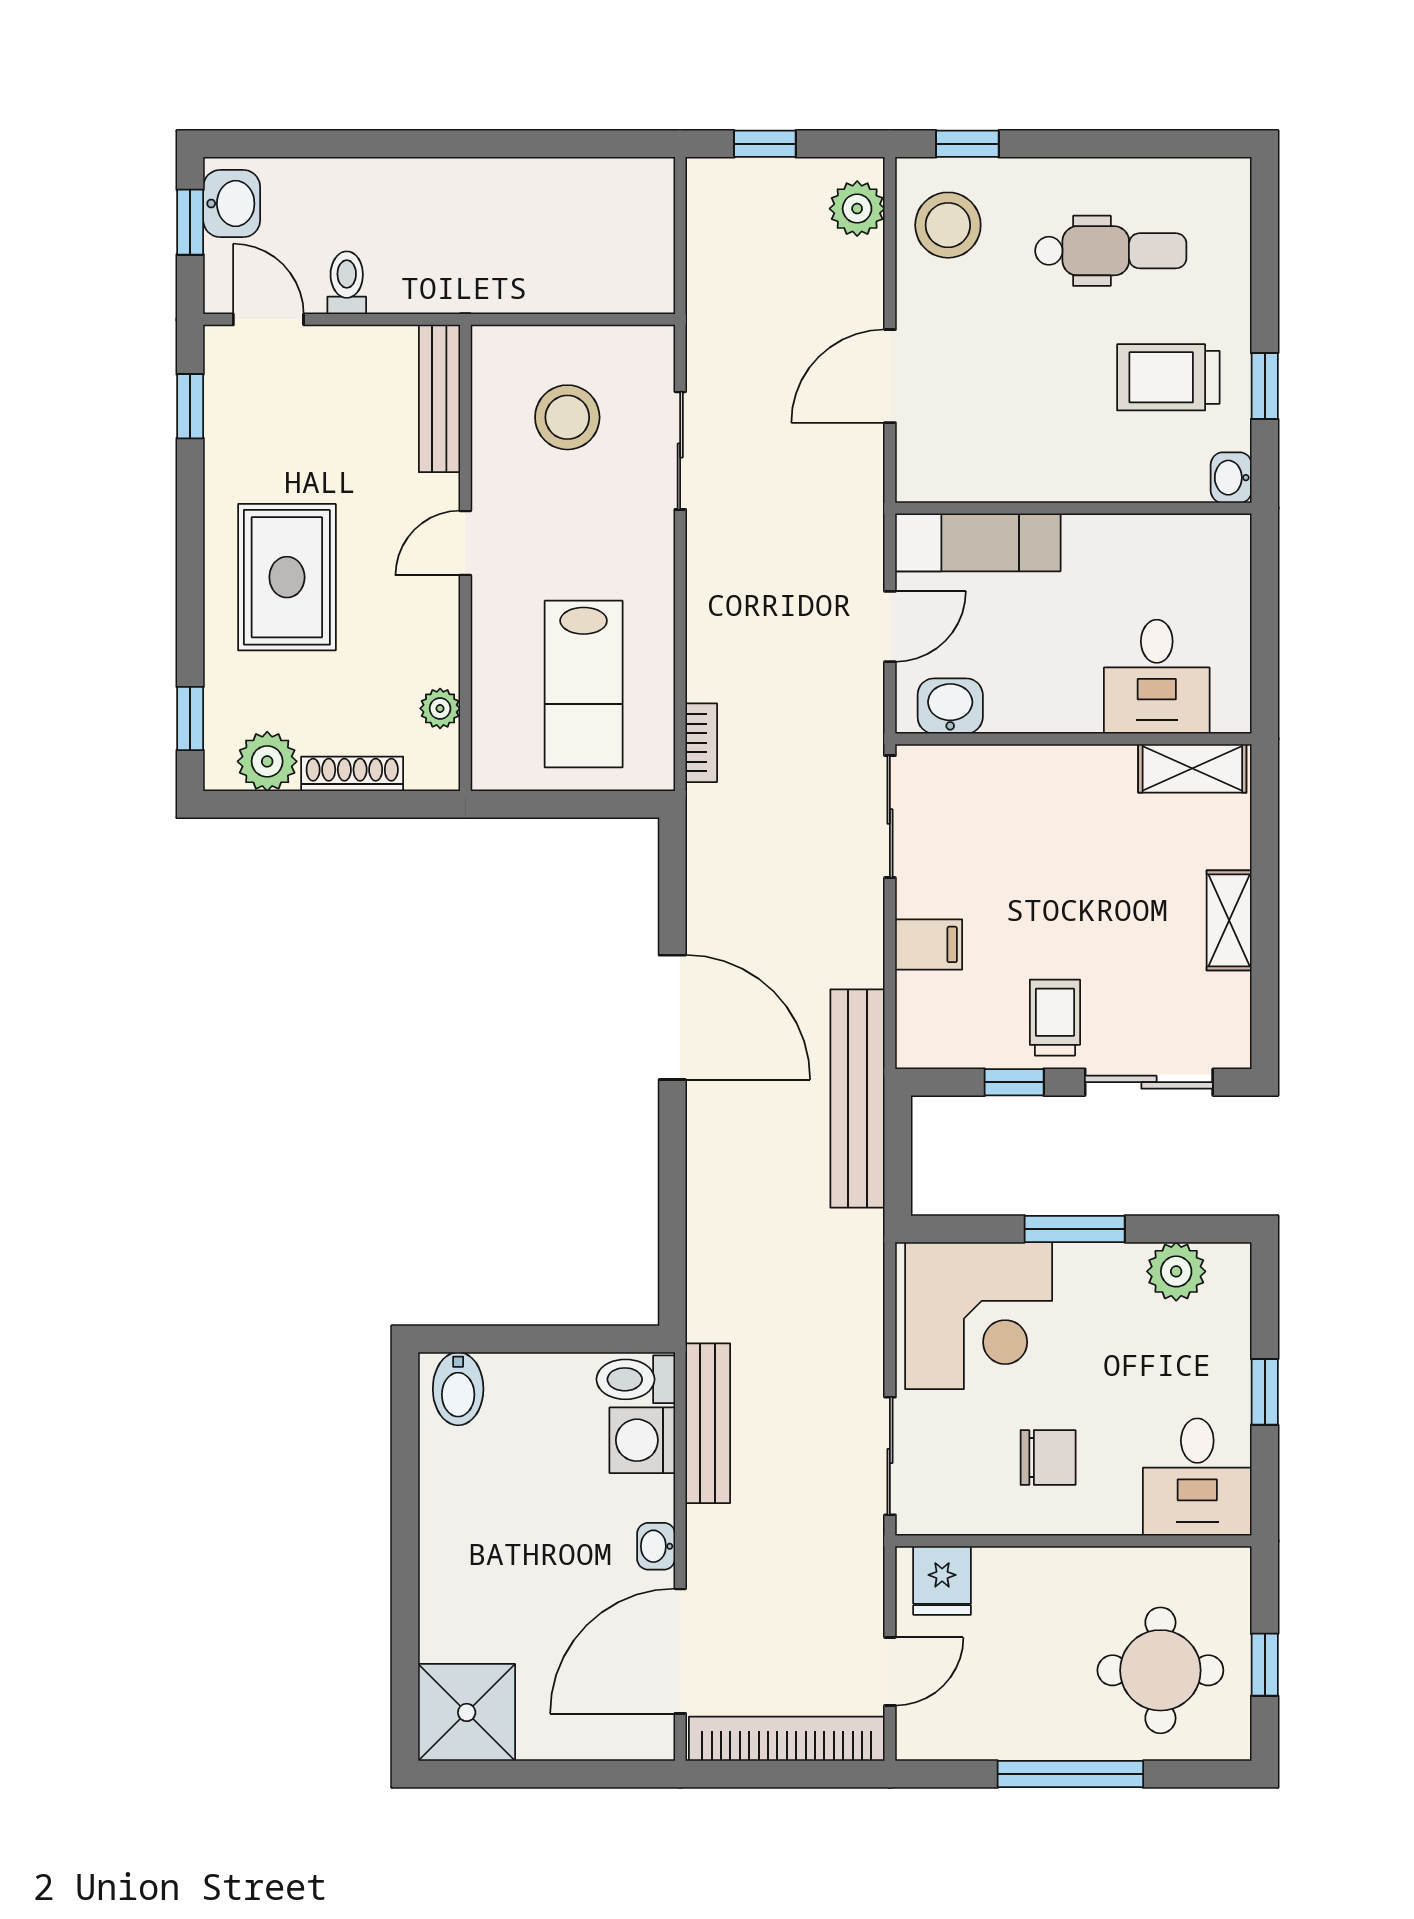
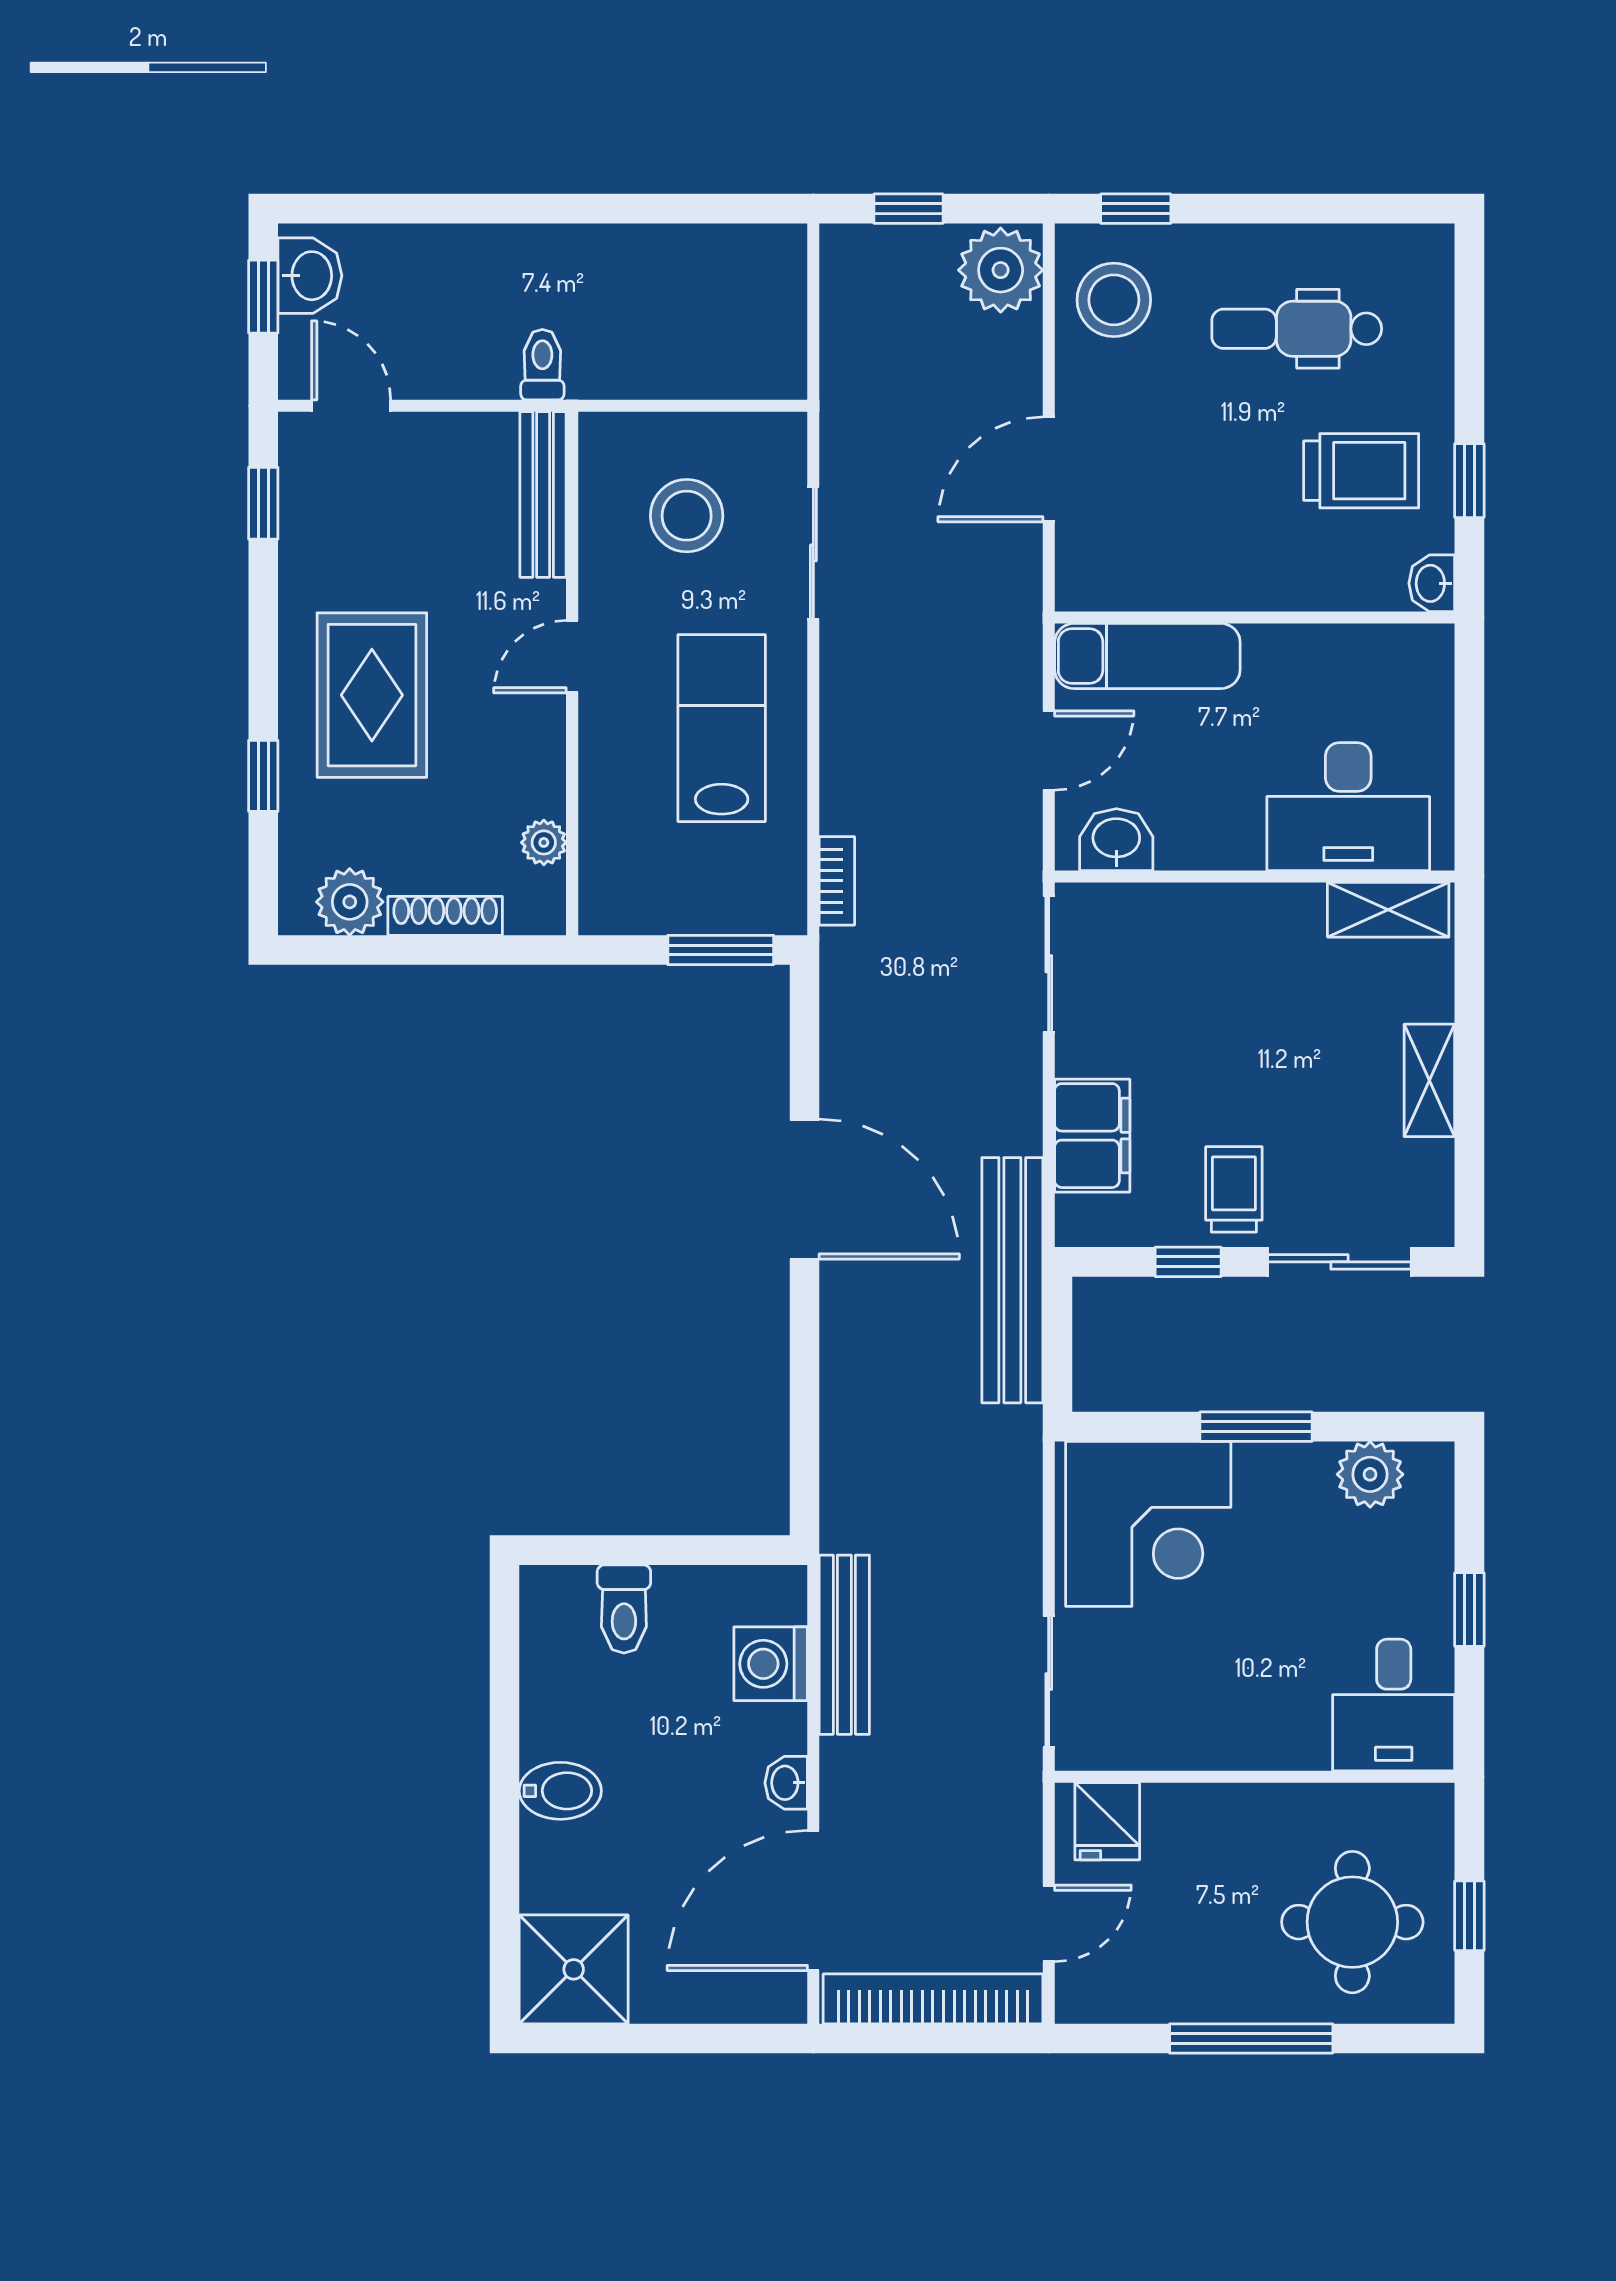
plant: (857, 209) -> (1001, 270), width x1.36, depth x1.36
dental chair: (1111, 251) -> (1297, 329), turned 180
toilet: (347, 283) -> (542, 365), moved
trolley: (1168, 377) -> (1361, 471), turned 180
desk: (1157, 677) -> (1348, 807), width x1.37
lab bench: (584, 684) -> (722, 728), moved, turned 180
window: (190, 718) -> (263, 776), moved
window: (598, 804) -> (721, 950), added
filing cabinet: (929, 944) -> (1092, 1136), width x2.00
toilet: (636, 1379) -> (624, 1609), moved, turned -90
bidet: (458, 1389) -> (560, 1791), moved, turned -90
chair: (1048, 1458) -> (1226, 1683), removed

